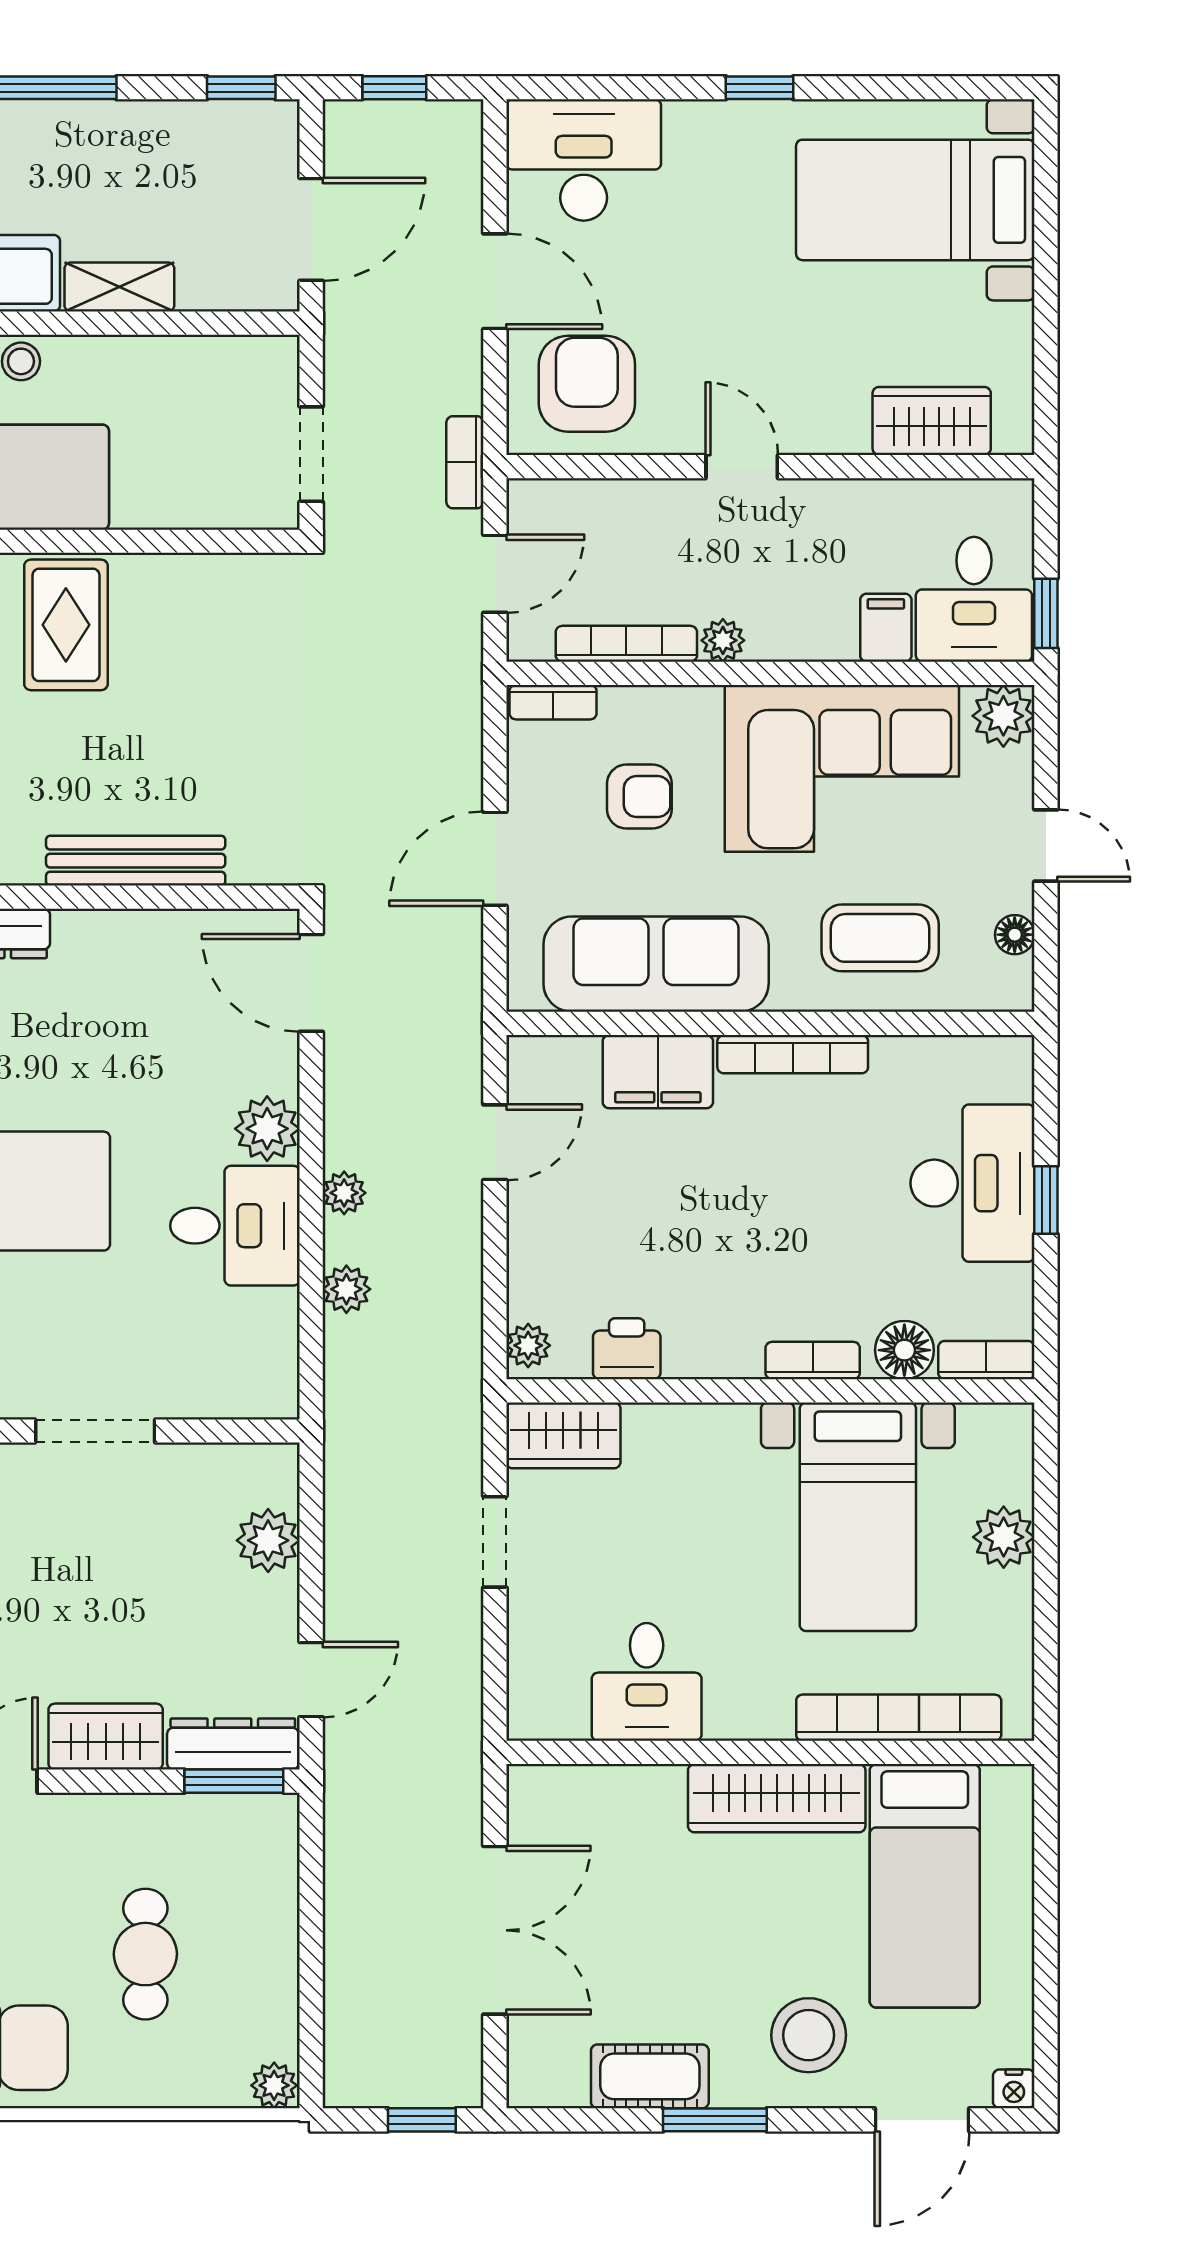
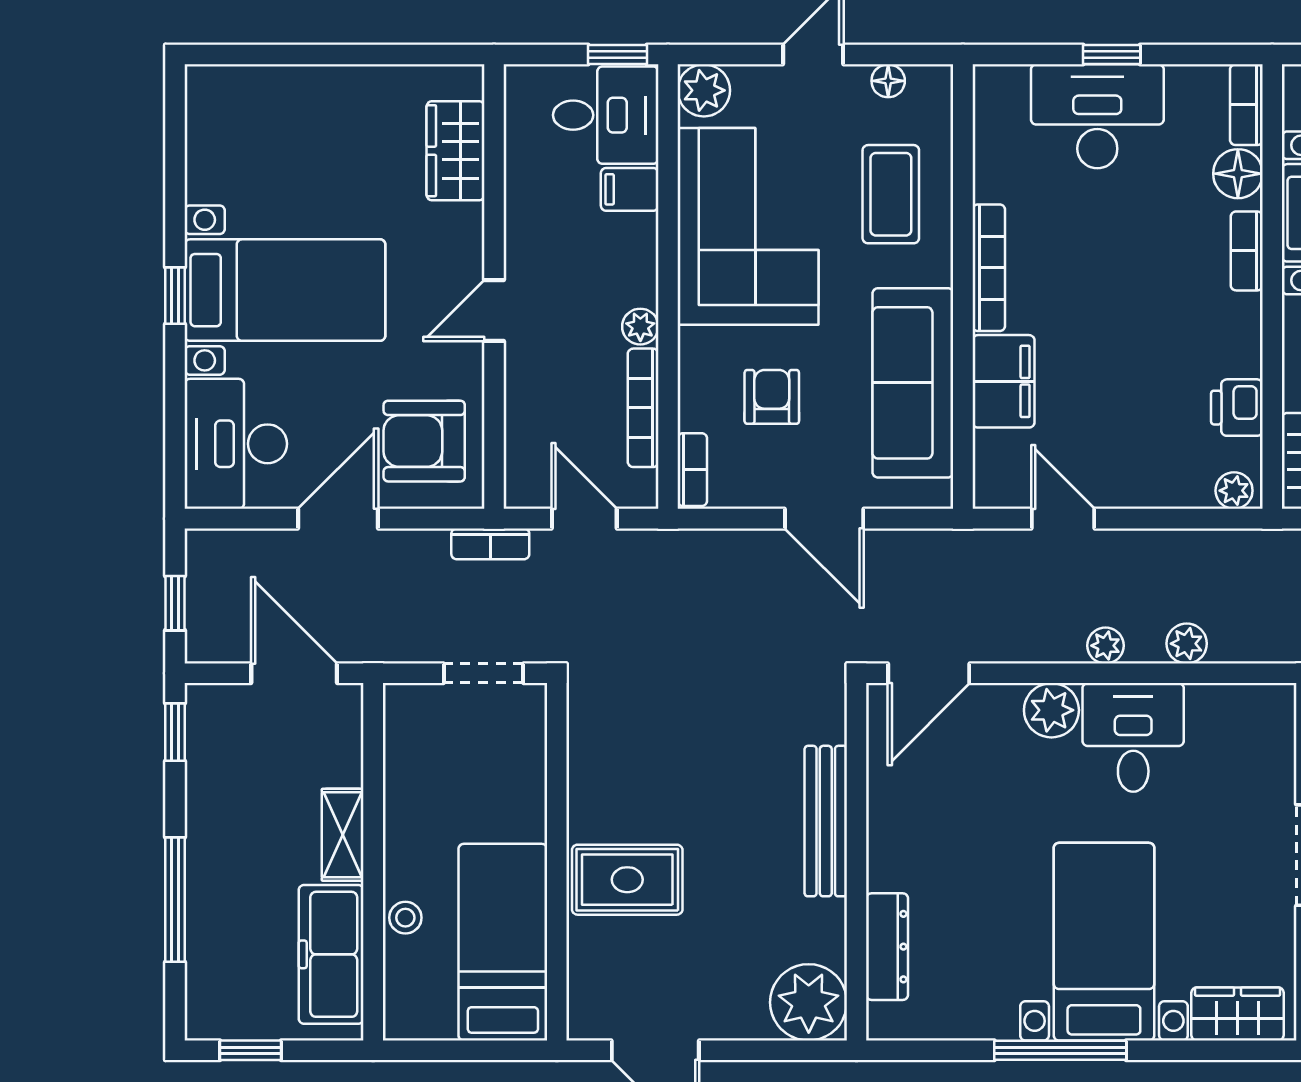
bed with nightstands: (915, 200) -> (285, 290), moved, turned -90

